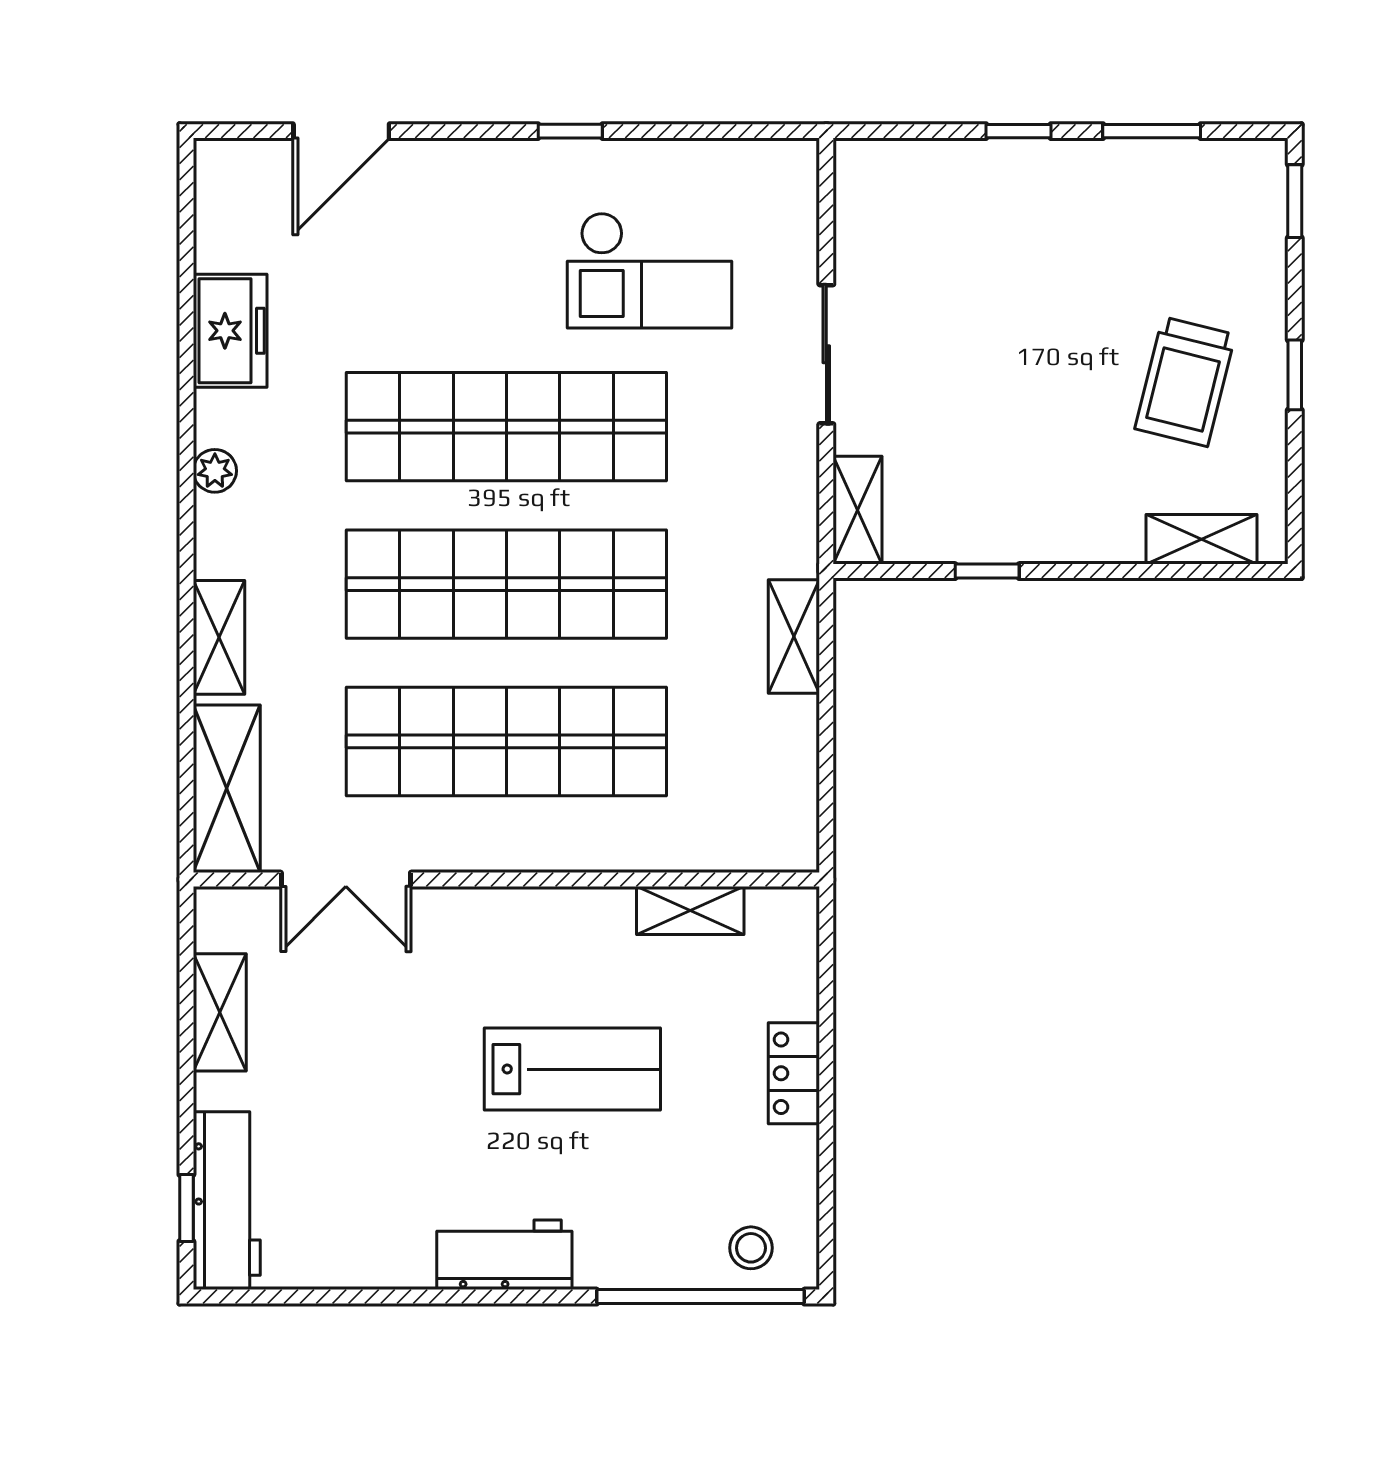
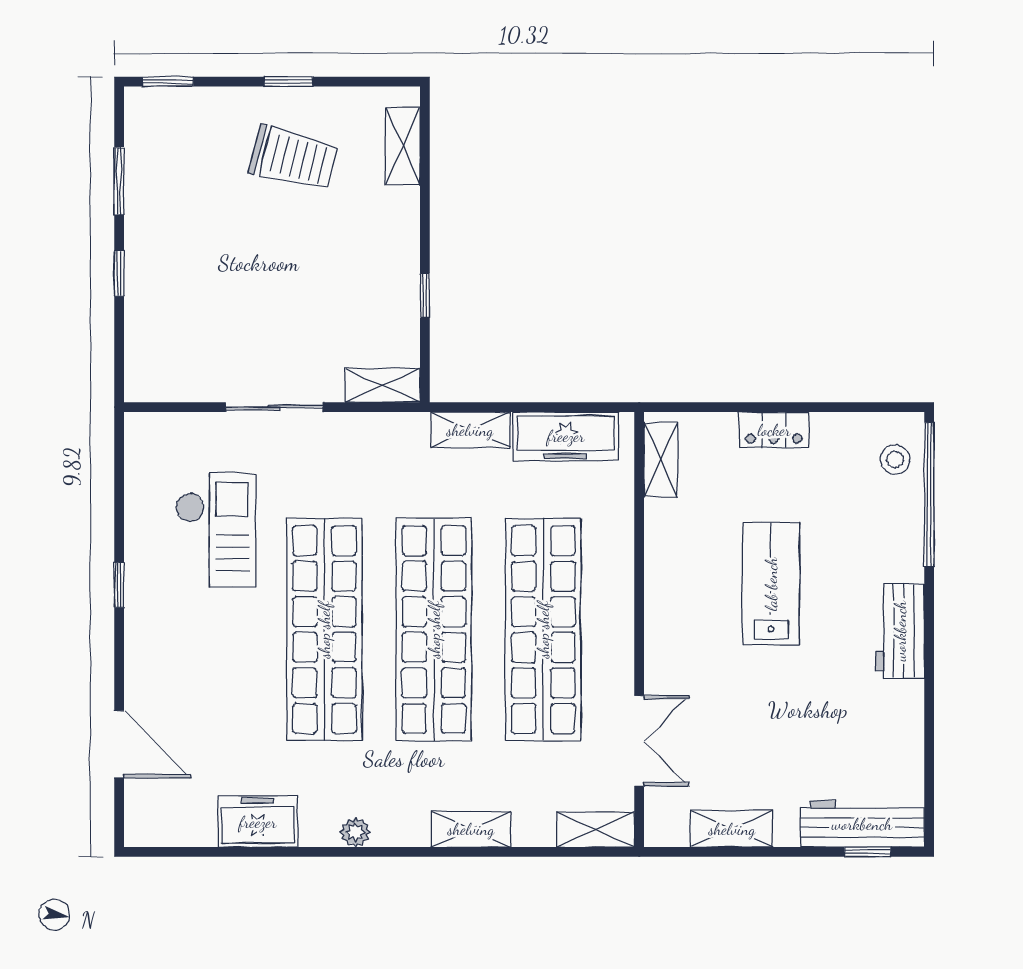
freezer: (784, 774) -> (566, 436), added
shelving: (227, 788) -> (595, 830), width x0.67, depth x0.75
shelving: (690, 911) -> (661, 460), moved

